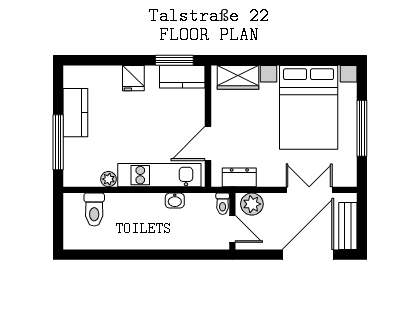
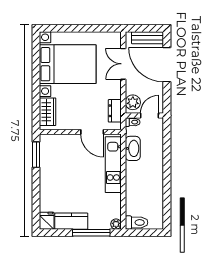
kitchen counter: (182, 77) -> (47, 149), removed
fridge: (133, 78) -> (47, 221), moved, turned -90
window: (362, 128) -> (82, 28), removed
plant: (108, 179) -> (116, 224), moved
washbasin: (175, 201) -> (133, 148), width x1.91, depth x1.45
toilet: (94, 210) -> (137, 222), moved

